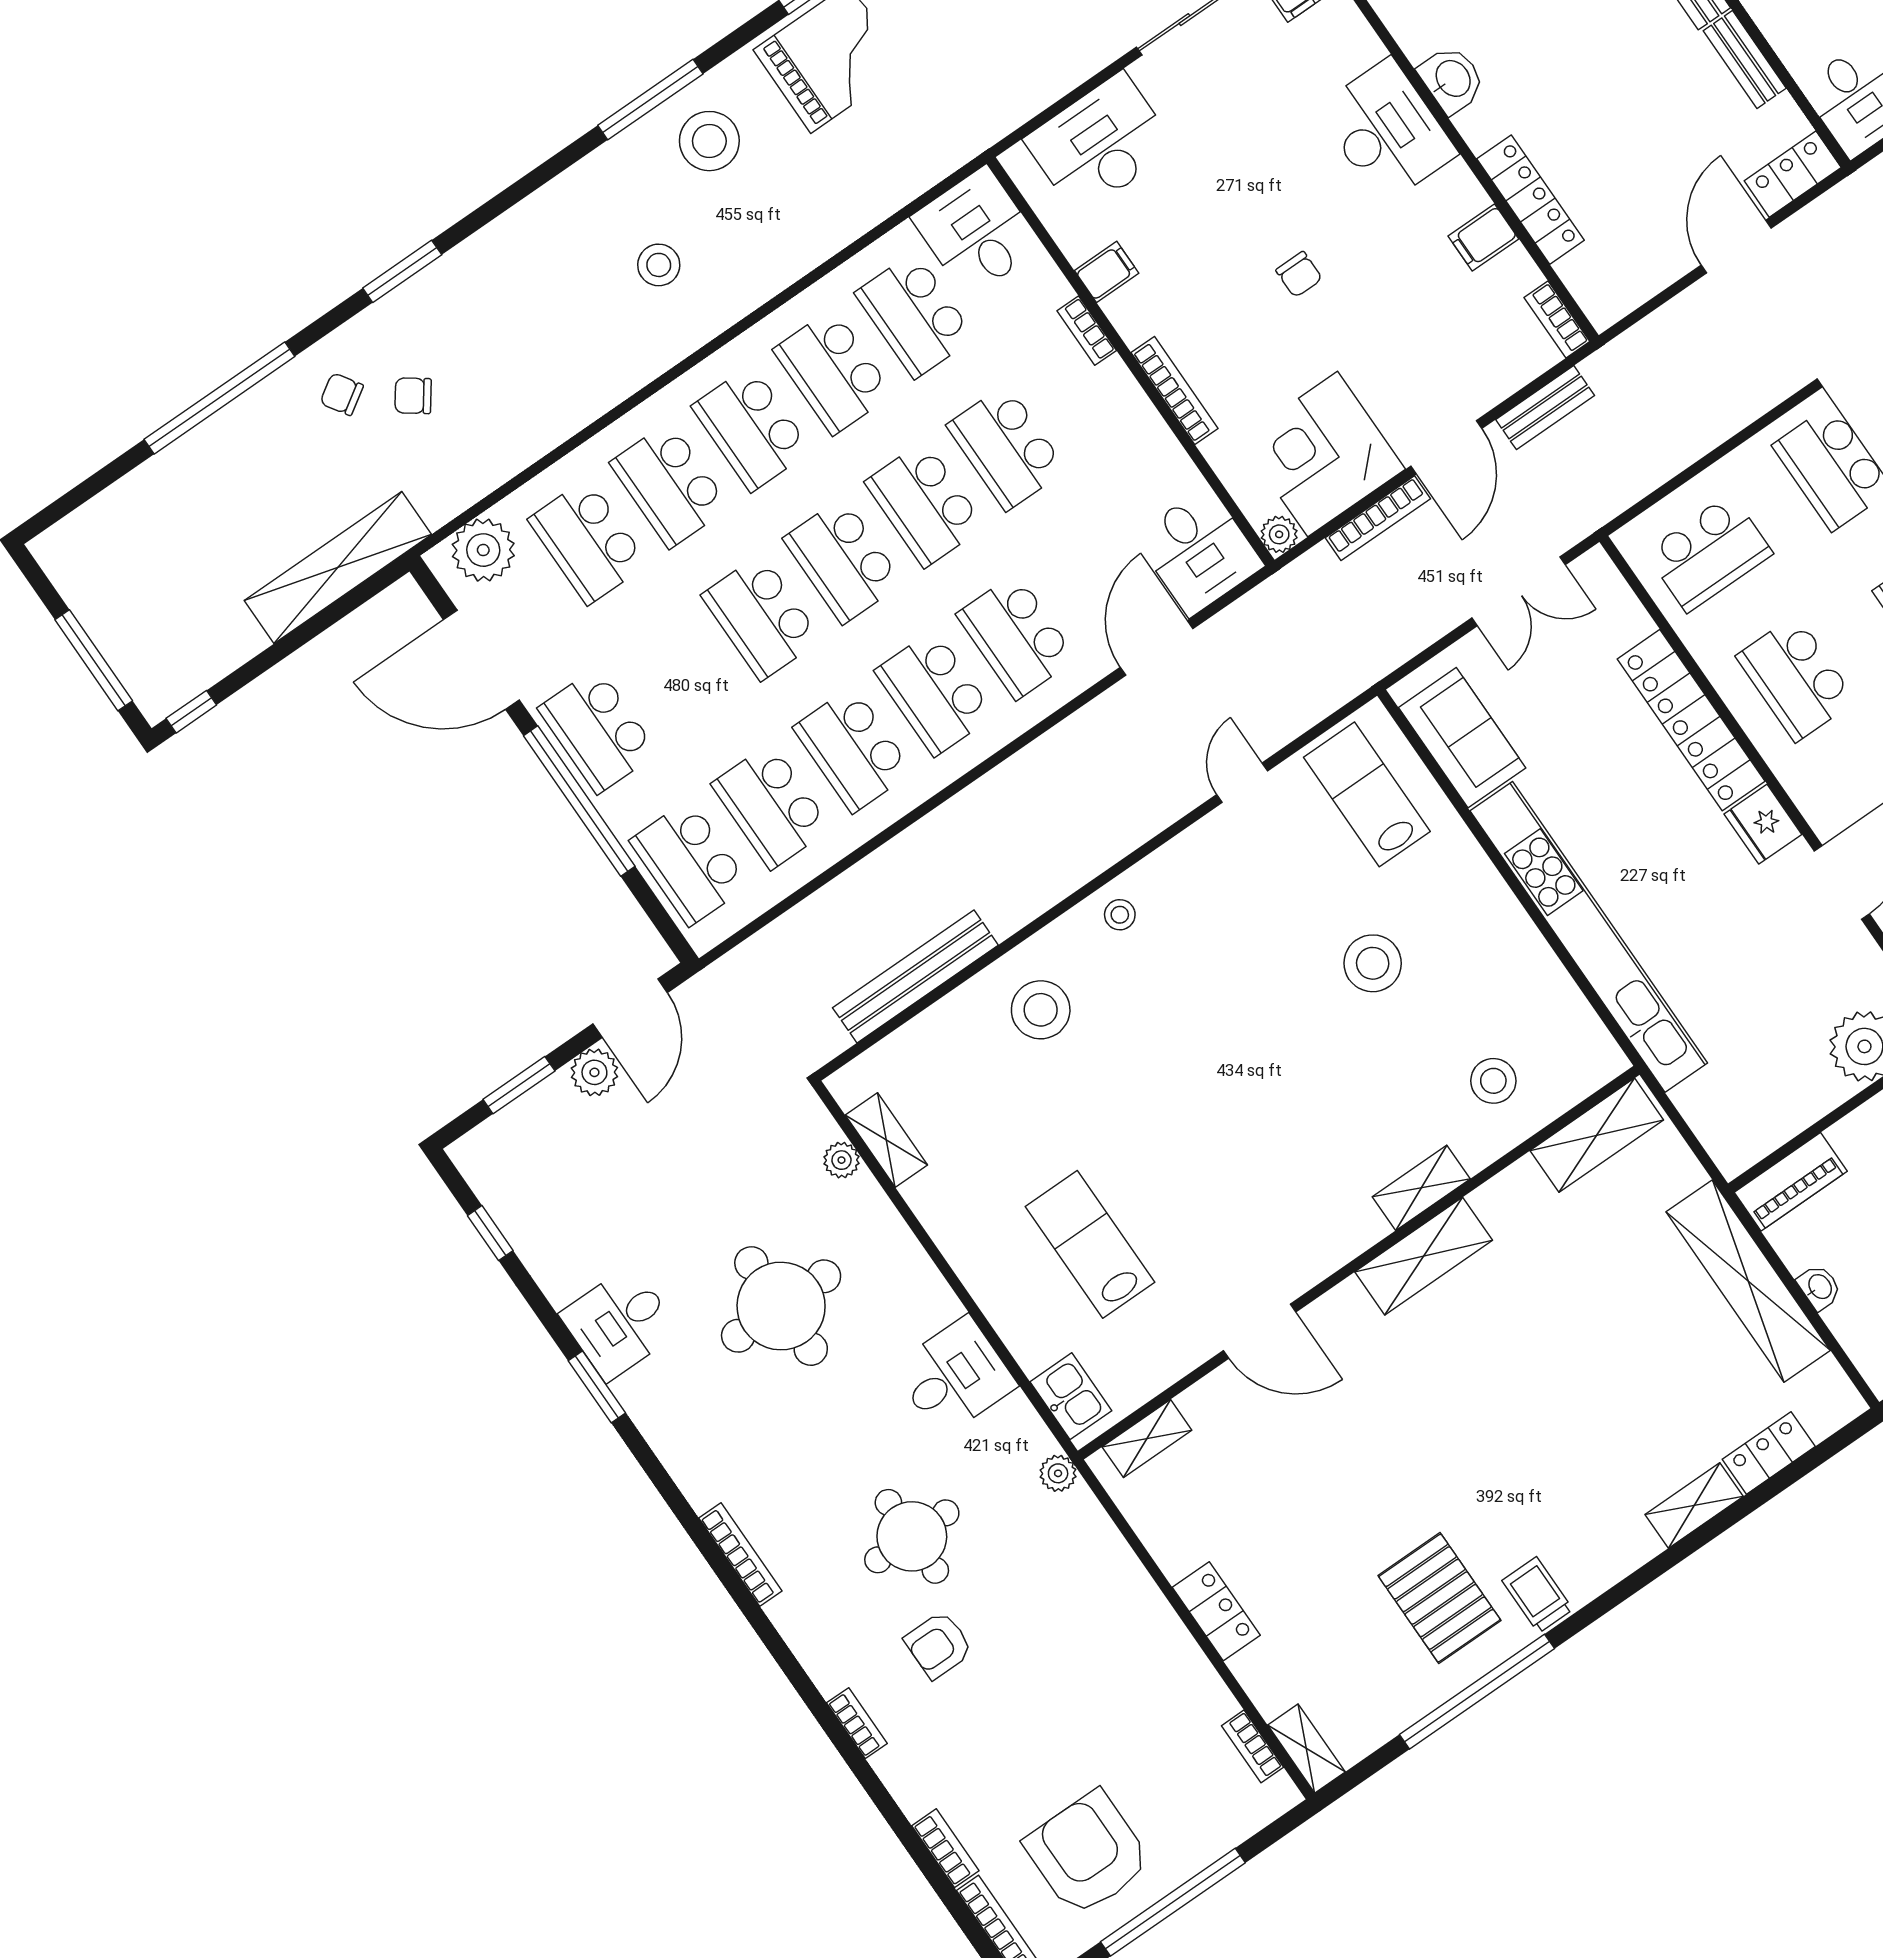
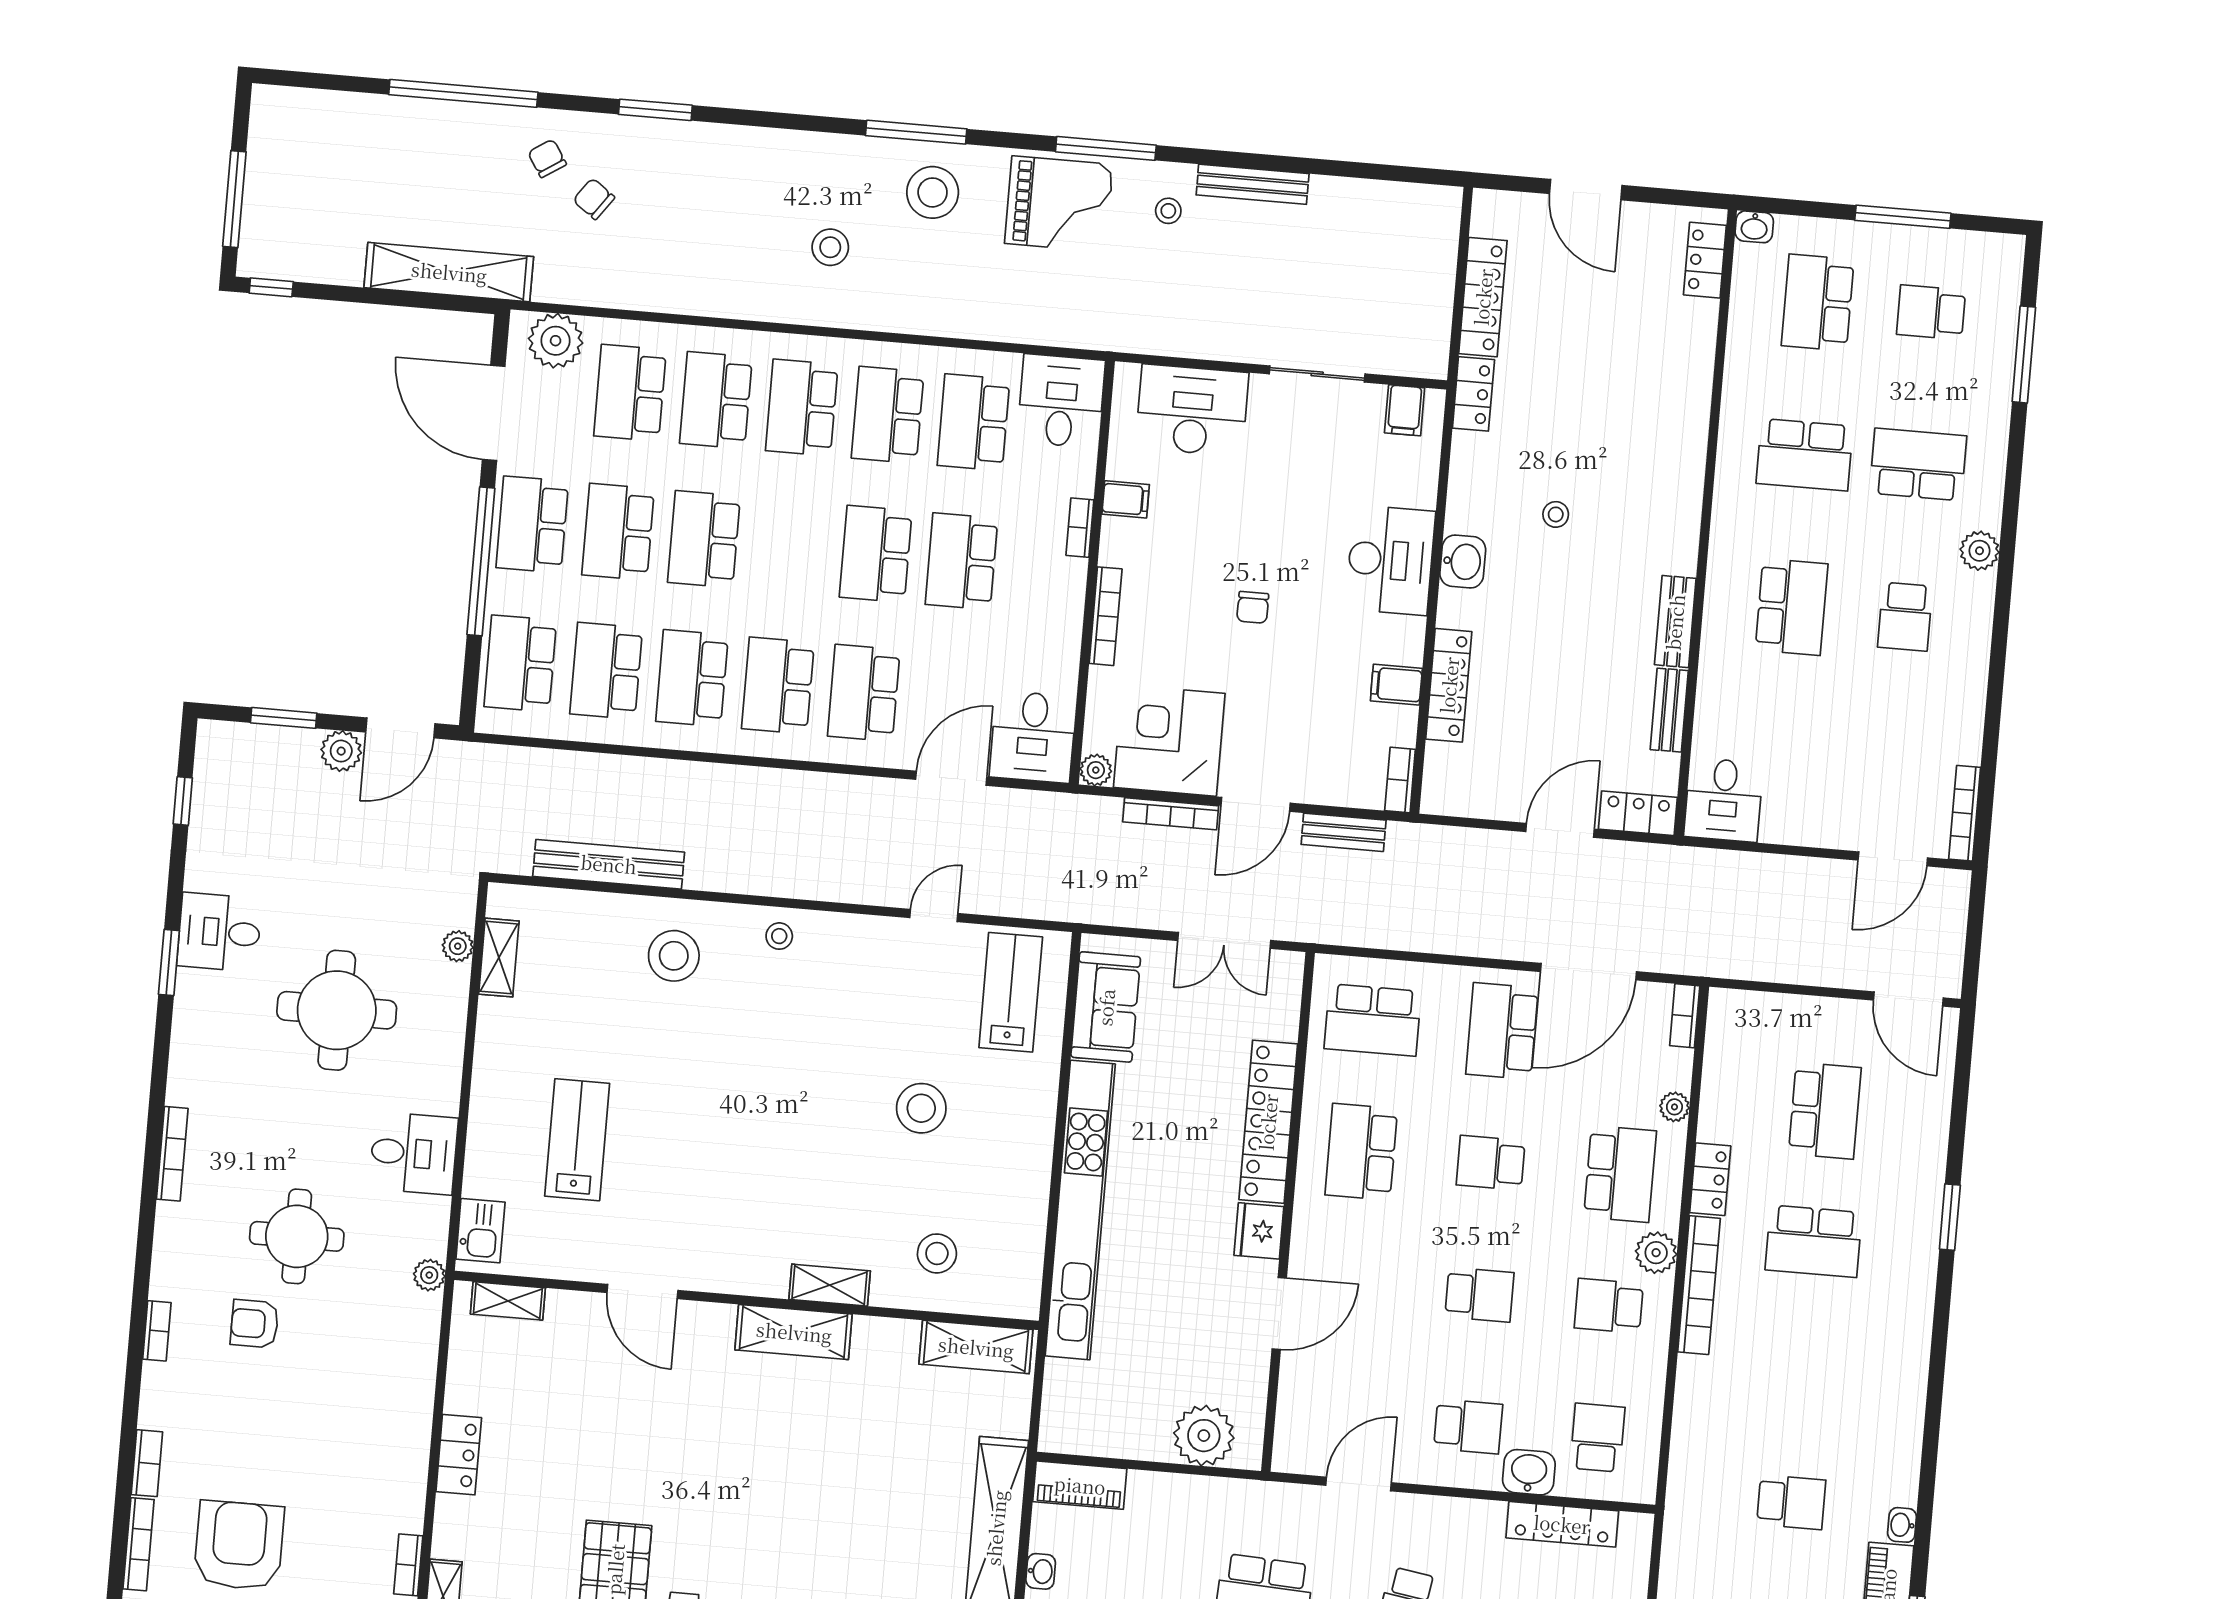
school desk: (843, 561) -> (618, 532), moved

